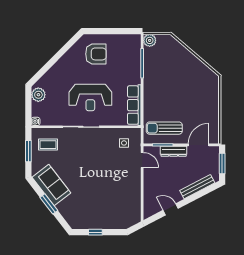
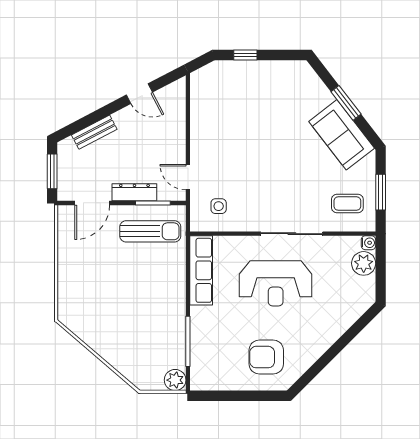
plant: (38, 95) -> (364, 263), moved
reception desk: (90, 97) -> (276, 283), turned 180
bench: (197, 187) -> (94, 132), width x0.73
window: (95, 232) -> (245, 55), moved

